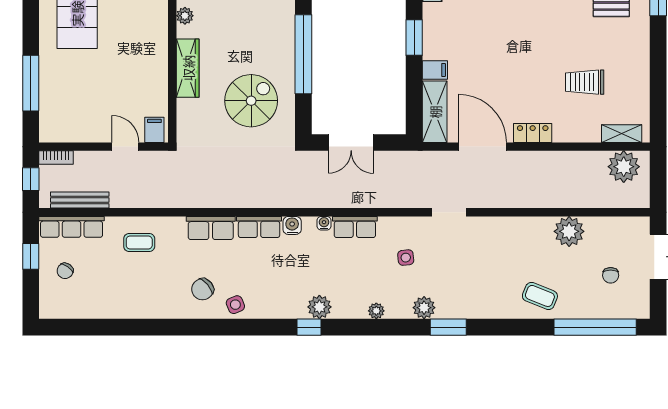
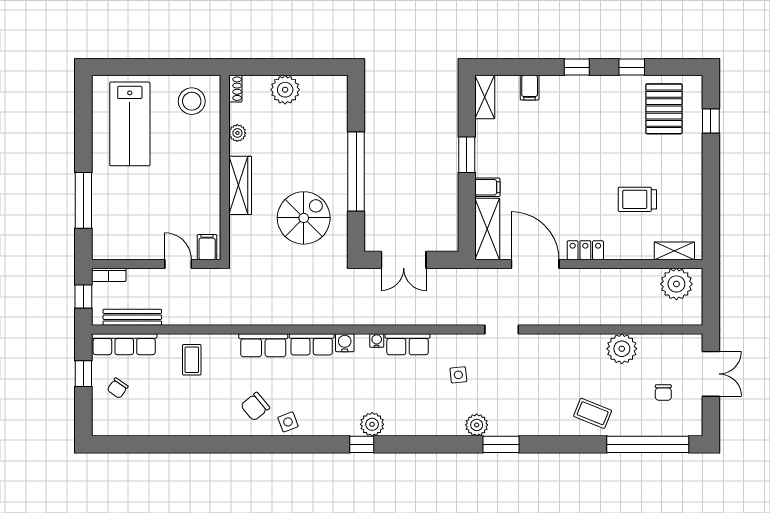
coffee table: (139, 242) -> (192, 360), turned 90
plant: (376, 311) -> (429, 428), removed

